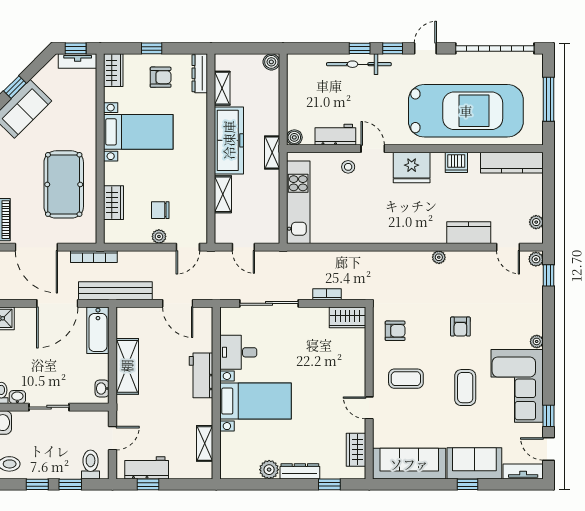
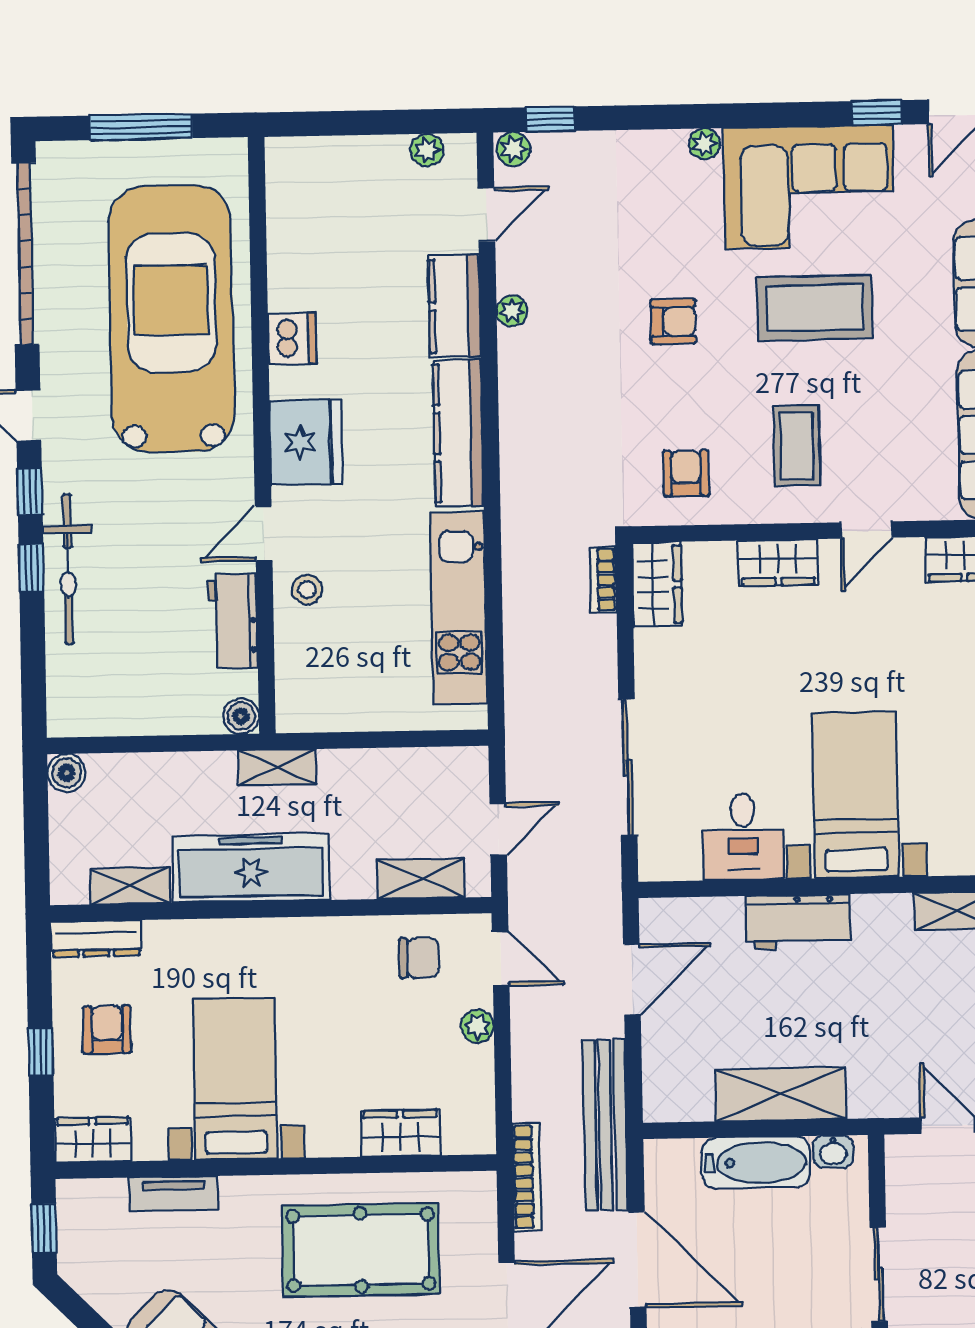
tv unit: (78, 61) -> (173, 1194), moved, turned 90
kitchen counter: (512, 163) -> (458, 433), moved, turned 180
shelving: (223, 194) -> (421, 879), moved
kitchen unit: (298, 202) -> (459, 608), moved, turned -90
chair: (160, 210) -> (419, 958), moved, turned -90
plant: (439, 257) -> (512, 311), moved
bookcase: (327, 294) -> (603, 580), moved
bathtub: (98, 330) -> (756, 1163), moved
wardrobe: (356, 370) -> (778, 563), added
coffee table: (465, 388) -> (815, 308), width x1.36, depth x1.32

